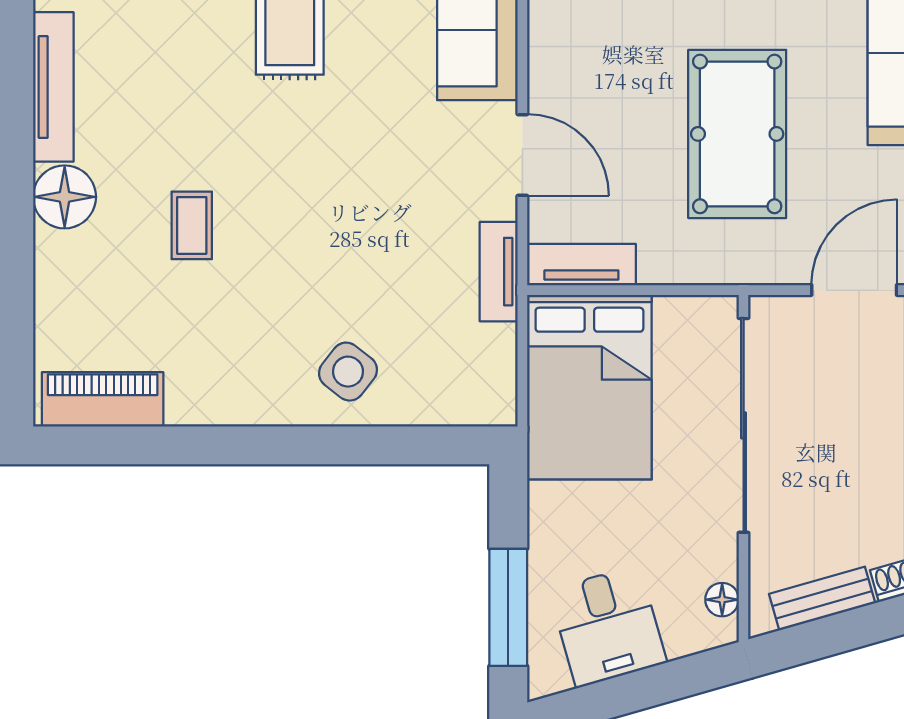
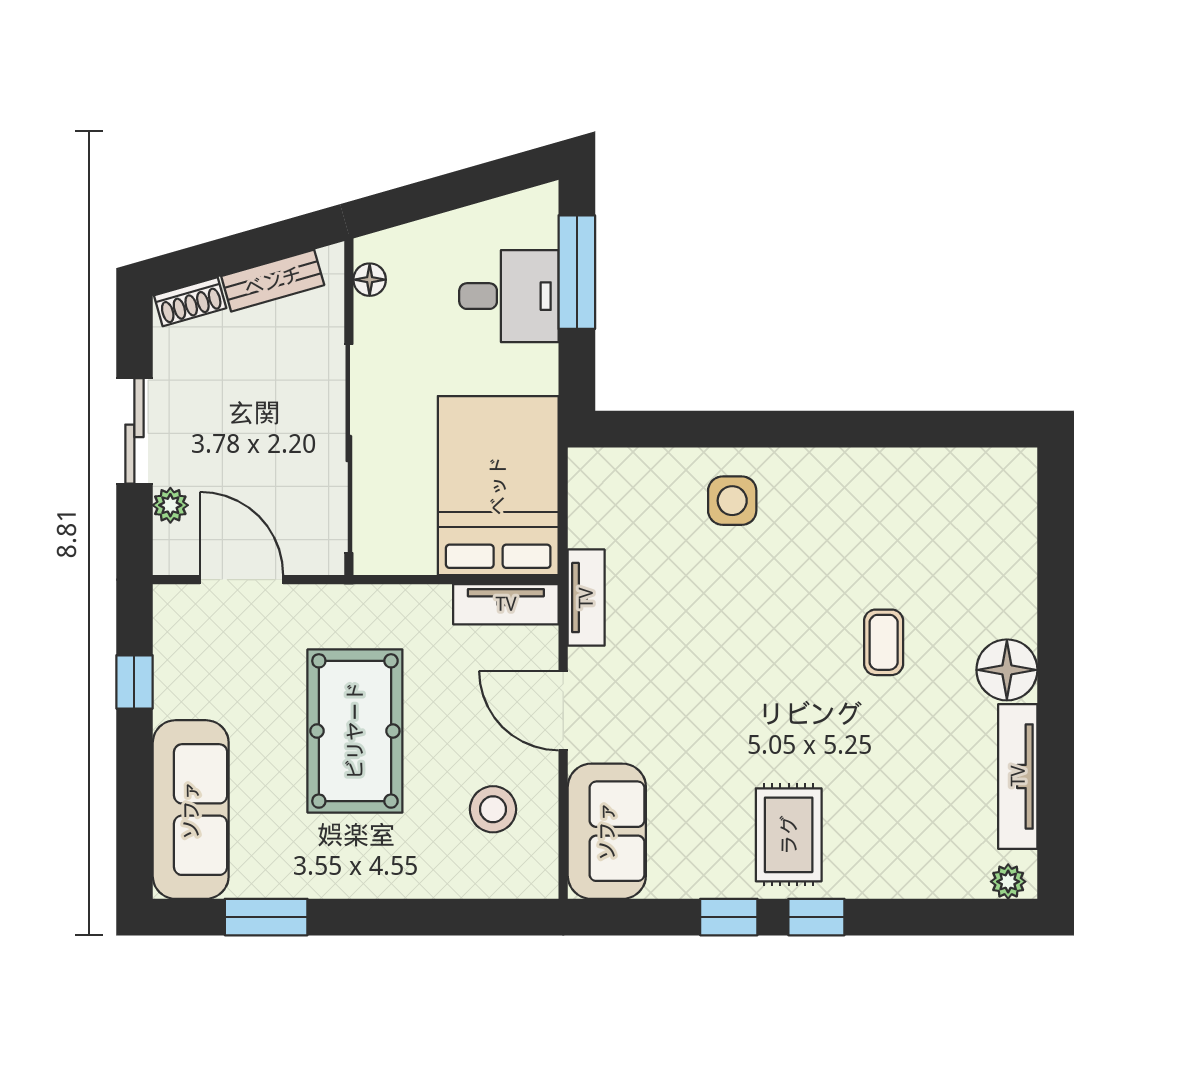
stool: (595, 53) -> (493, 809), added
door: (854, 290) -> (242, 580), swing flipped
side table: (348, 372) -> (732, 501), turned -38
piano: (103, 399) -> (970, 474), removed
desk: (608, 626) -> (509, 296), moved, turned 106

